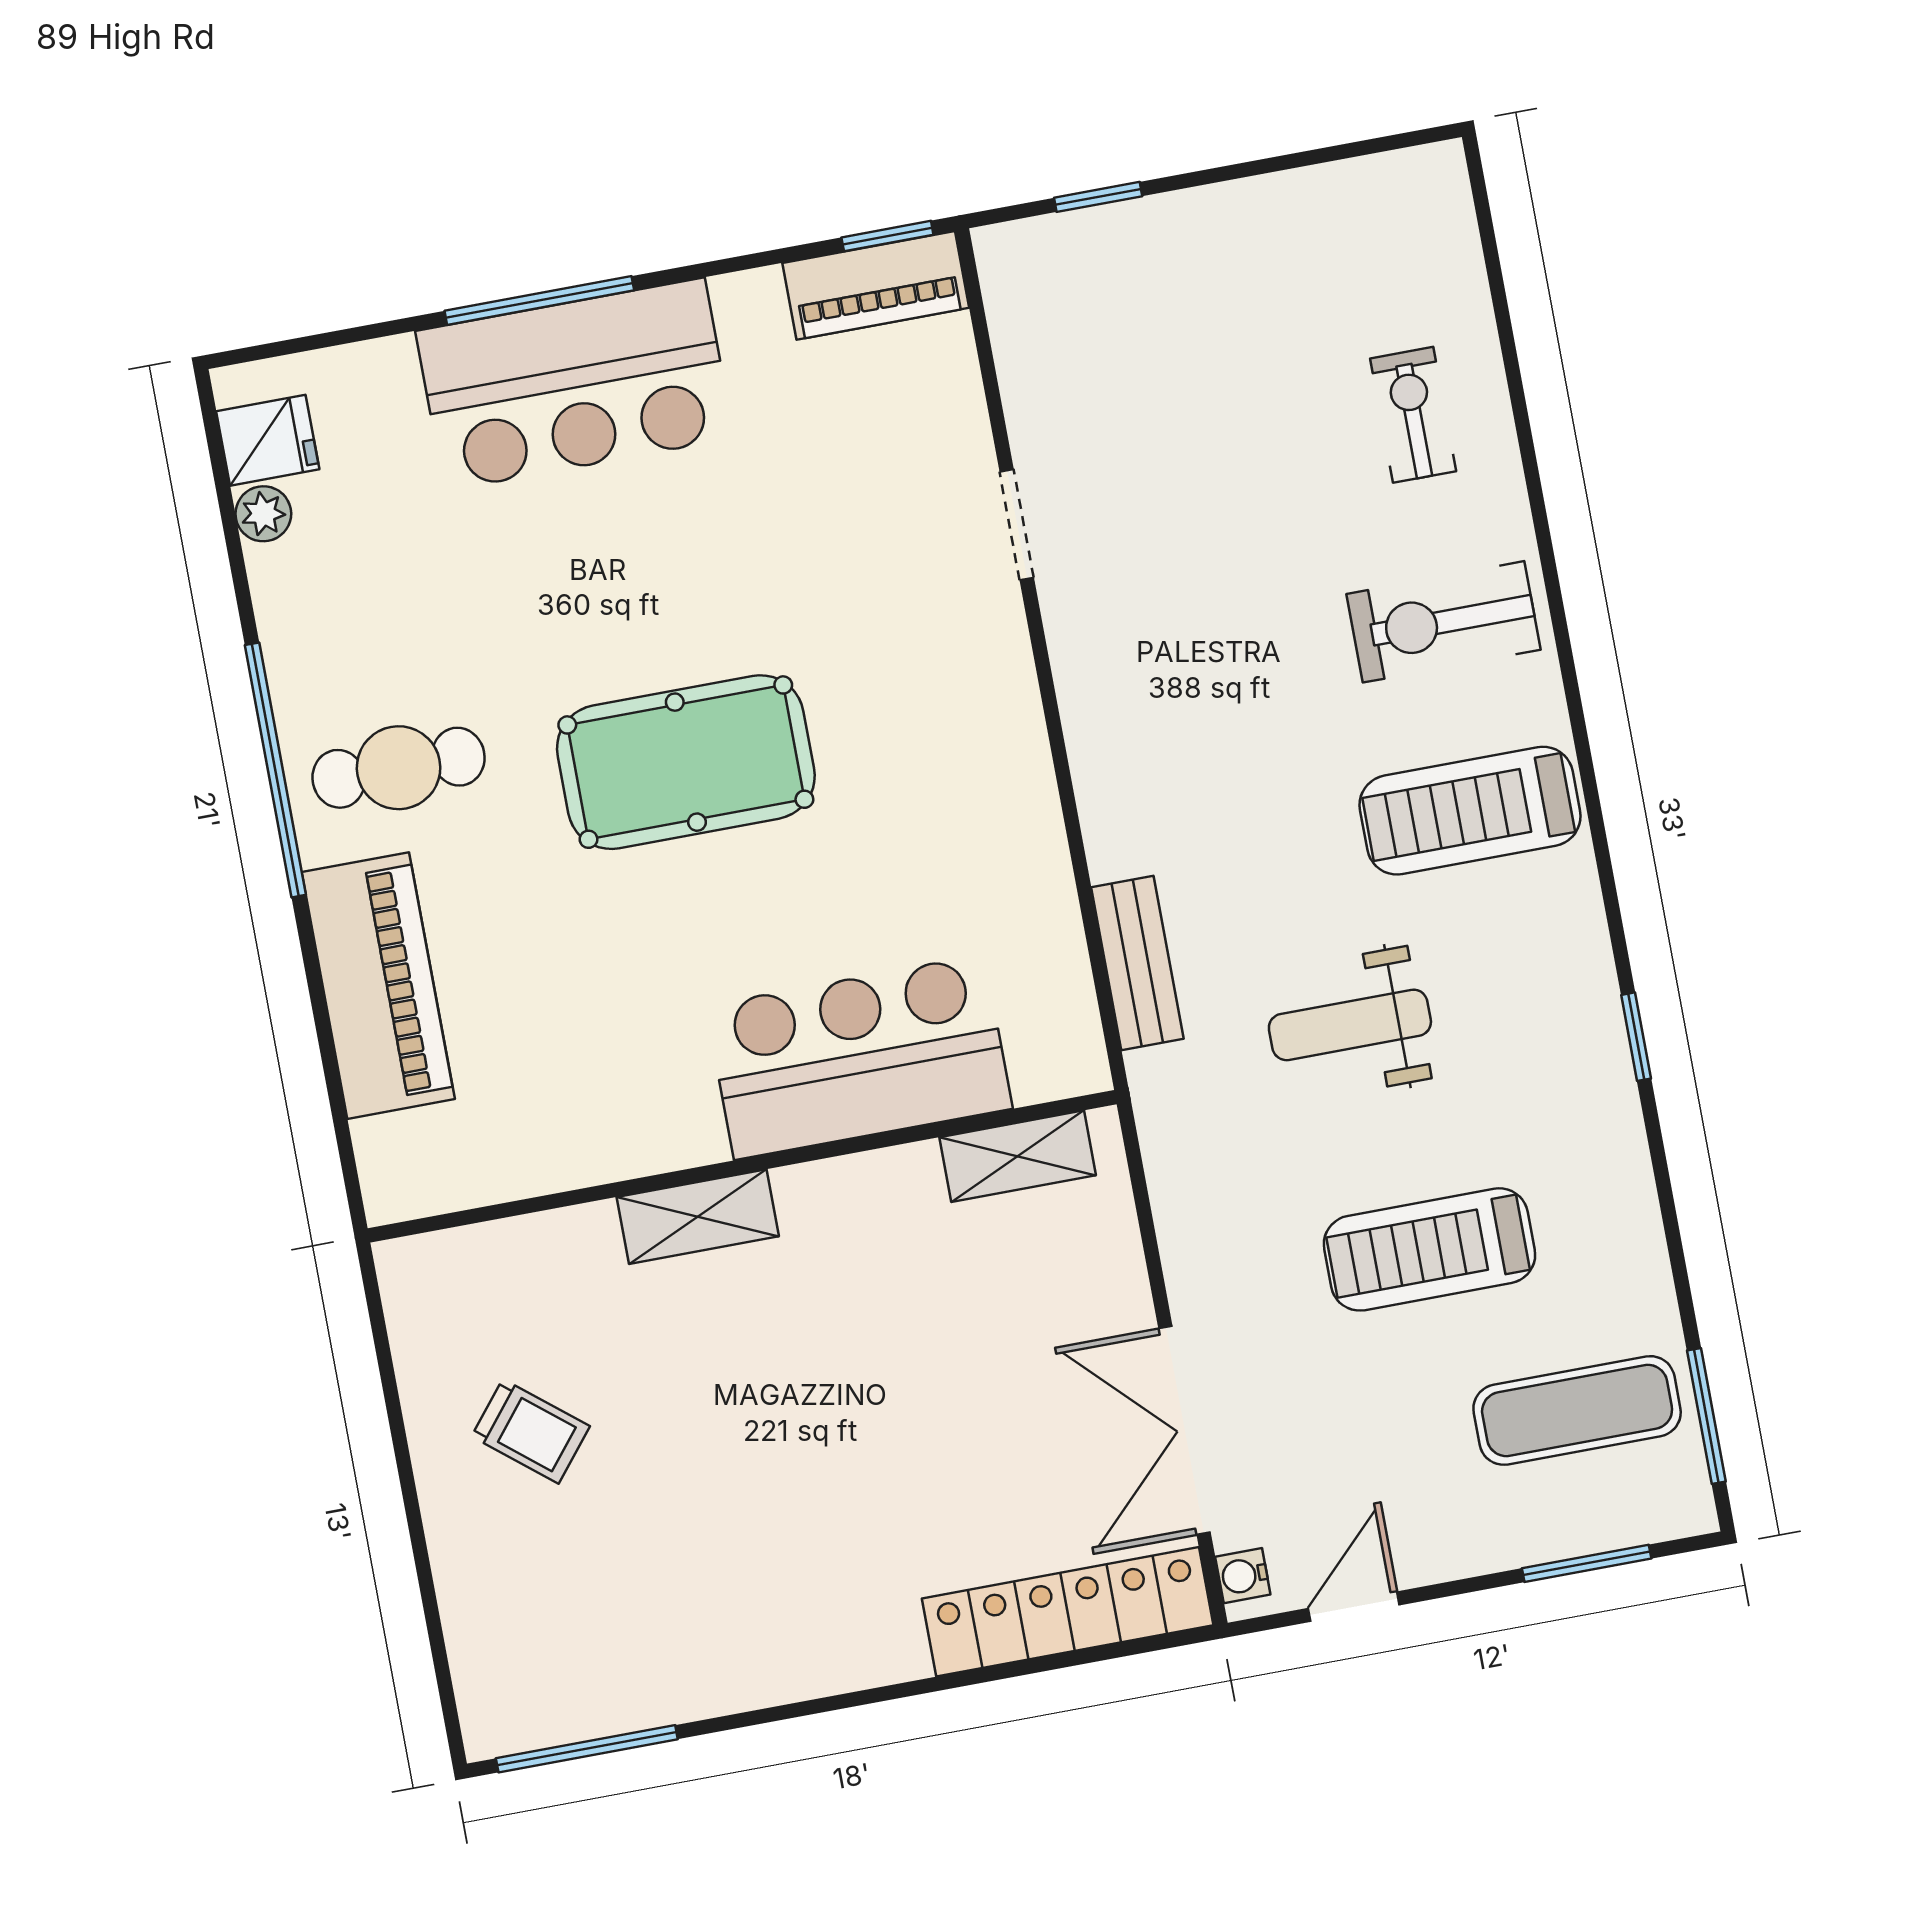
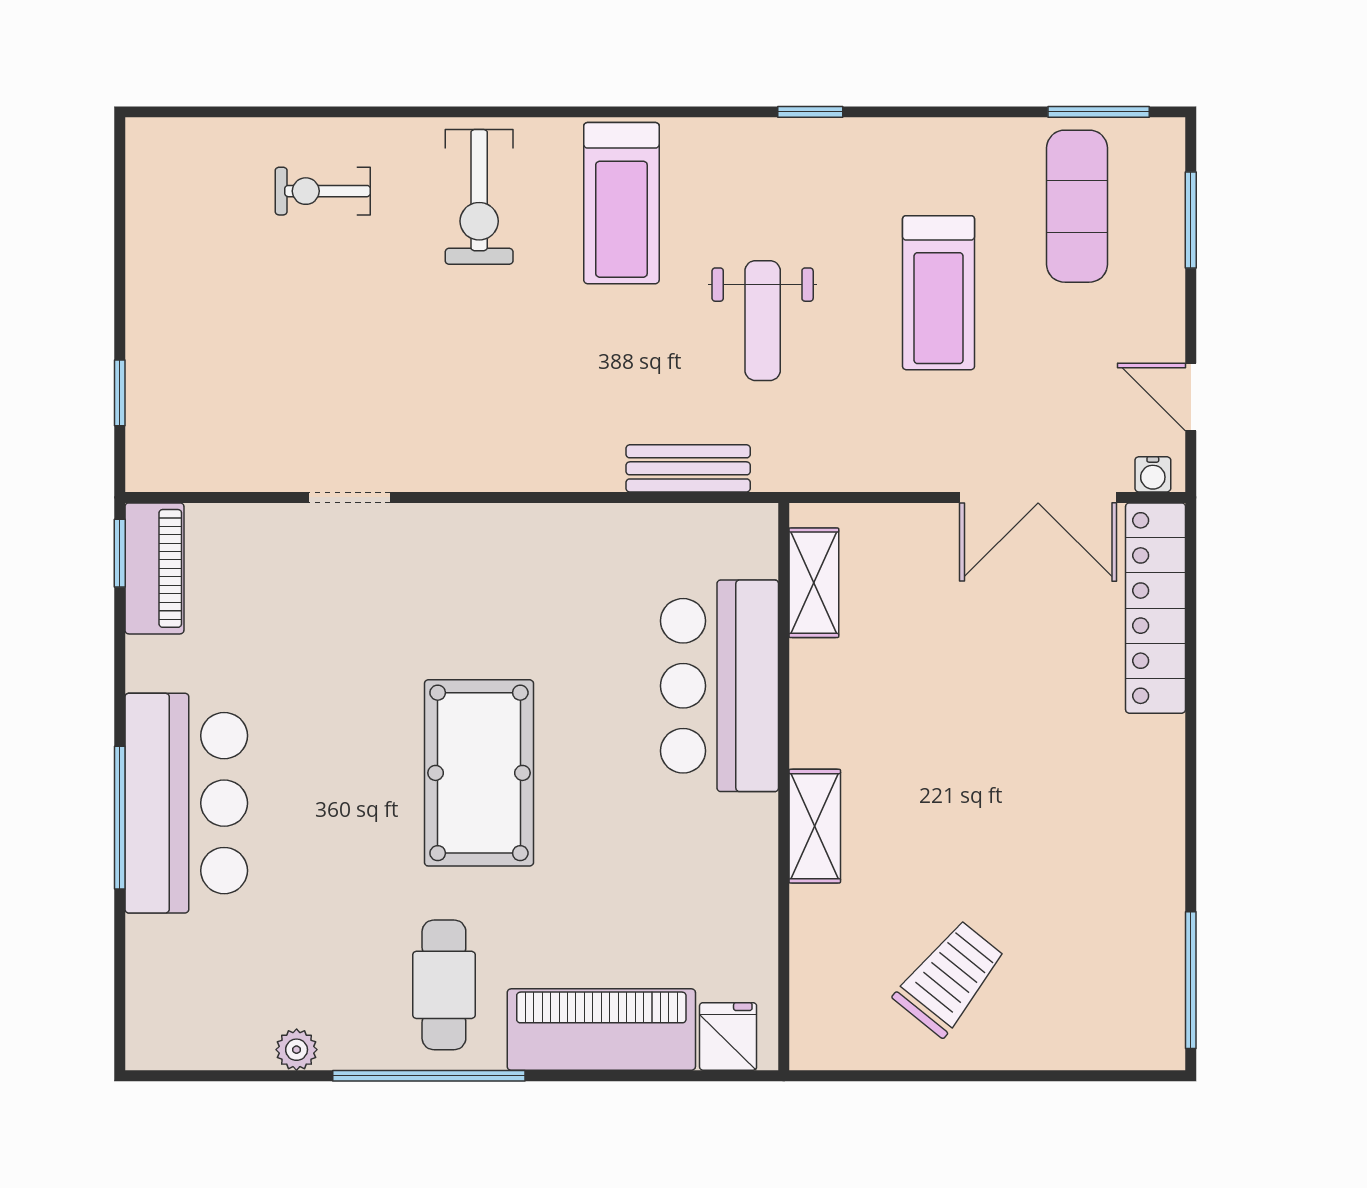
fridge: (268, 440) -> (728, 1036), moved
plant: (263, 514) -> (297, 1050), moved
trolley: (531, 1431) -> (950, 978), width x1.36, depth x1.39

